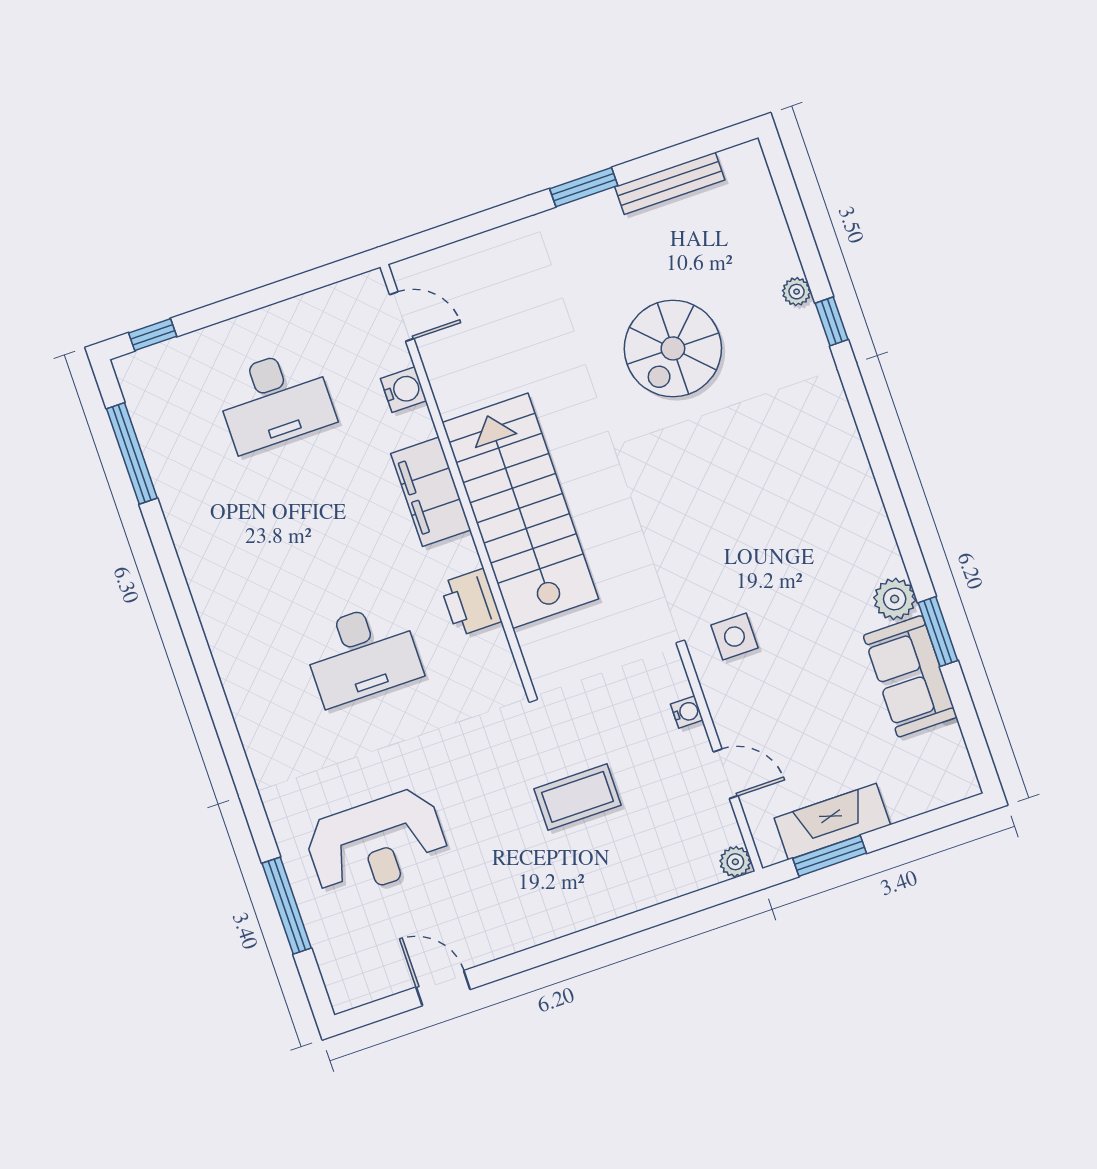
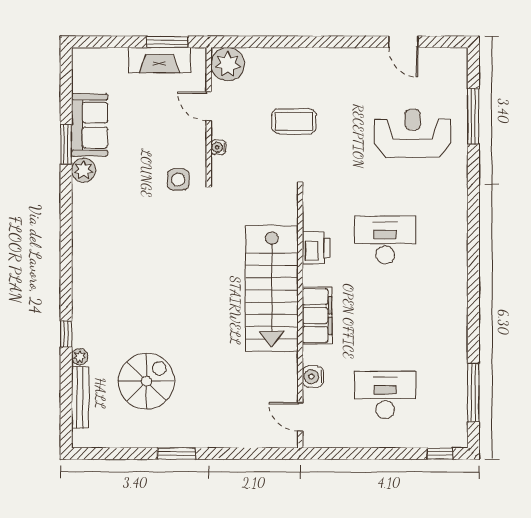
bench: (670, 183) -> (80, 397), moved, turned 90
spiral stairs: (673, 348) -> (146, 381), moved
plant: (735, 862) -> (228, 64), width x1.88, depth x1.88

